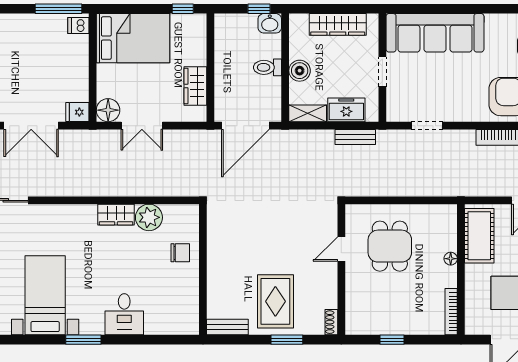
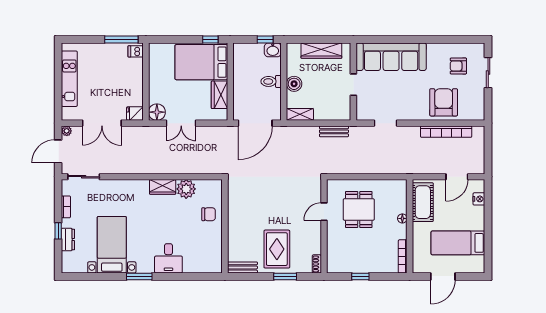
bed: (133, 38) -> (201, 62), moved, turned 180
freezer: (346, 110) -> (328, 112), removed

